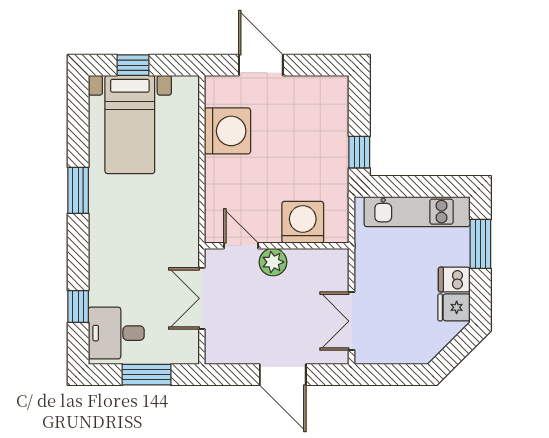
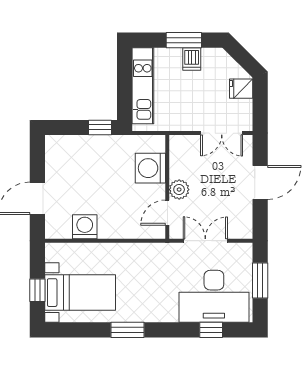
washing machine: (227, 131) -> (85, 227), width x0.73, depth x0.73
window: (480, 244) -> (184, 40), moved
double door: (202, 298) -> (205, 241), swing flipped
fridge: (454, 307) -> (241, 89), moved, turned 90
desk: (116, 333) -> (214, 296), width x1.87, depth x1.30

